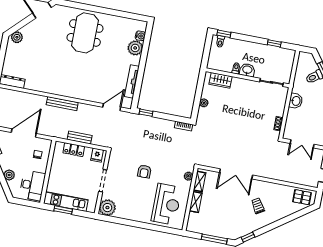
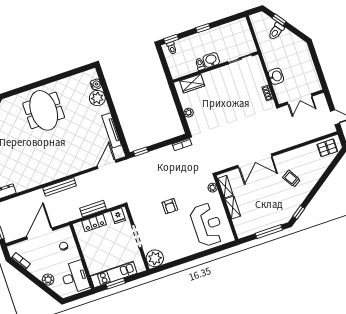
window: (274, 43) -> (203, 28), moved
washbasin: (296, 101) -> (276, 76), moved

